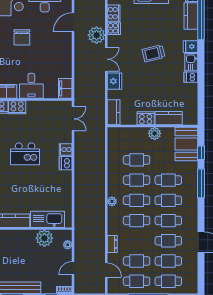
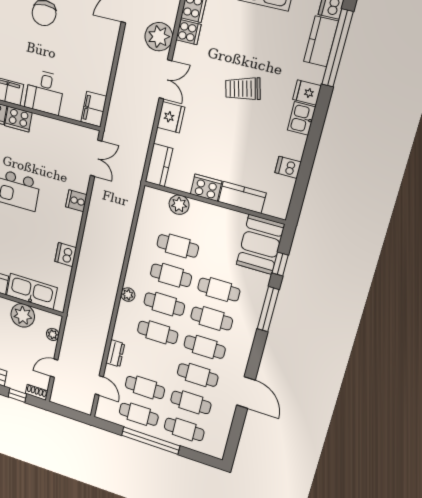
dishwasher: (191, 77) -> (288, 167), moved
plant: (155, 133) -> (179, 205), moved
dishwasher: (66, 163) -> (66, 255), moved

